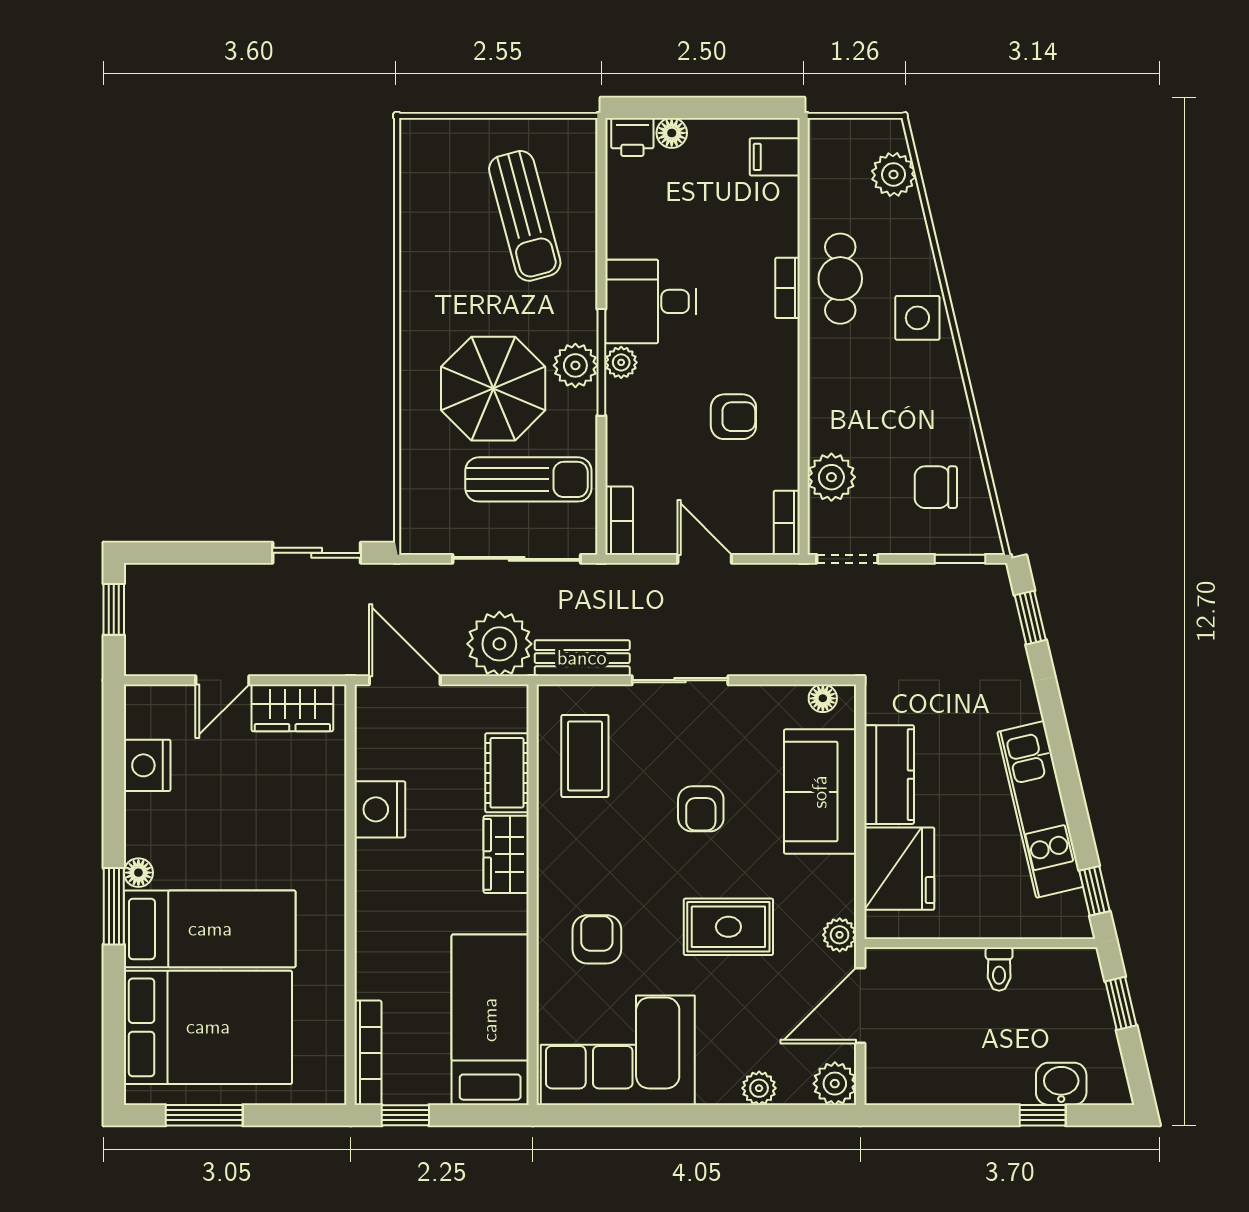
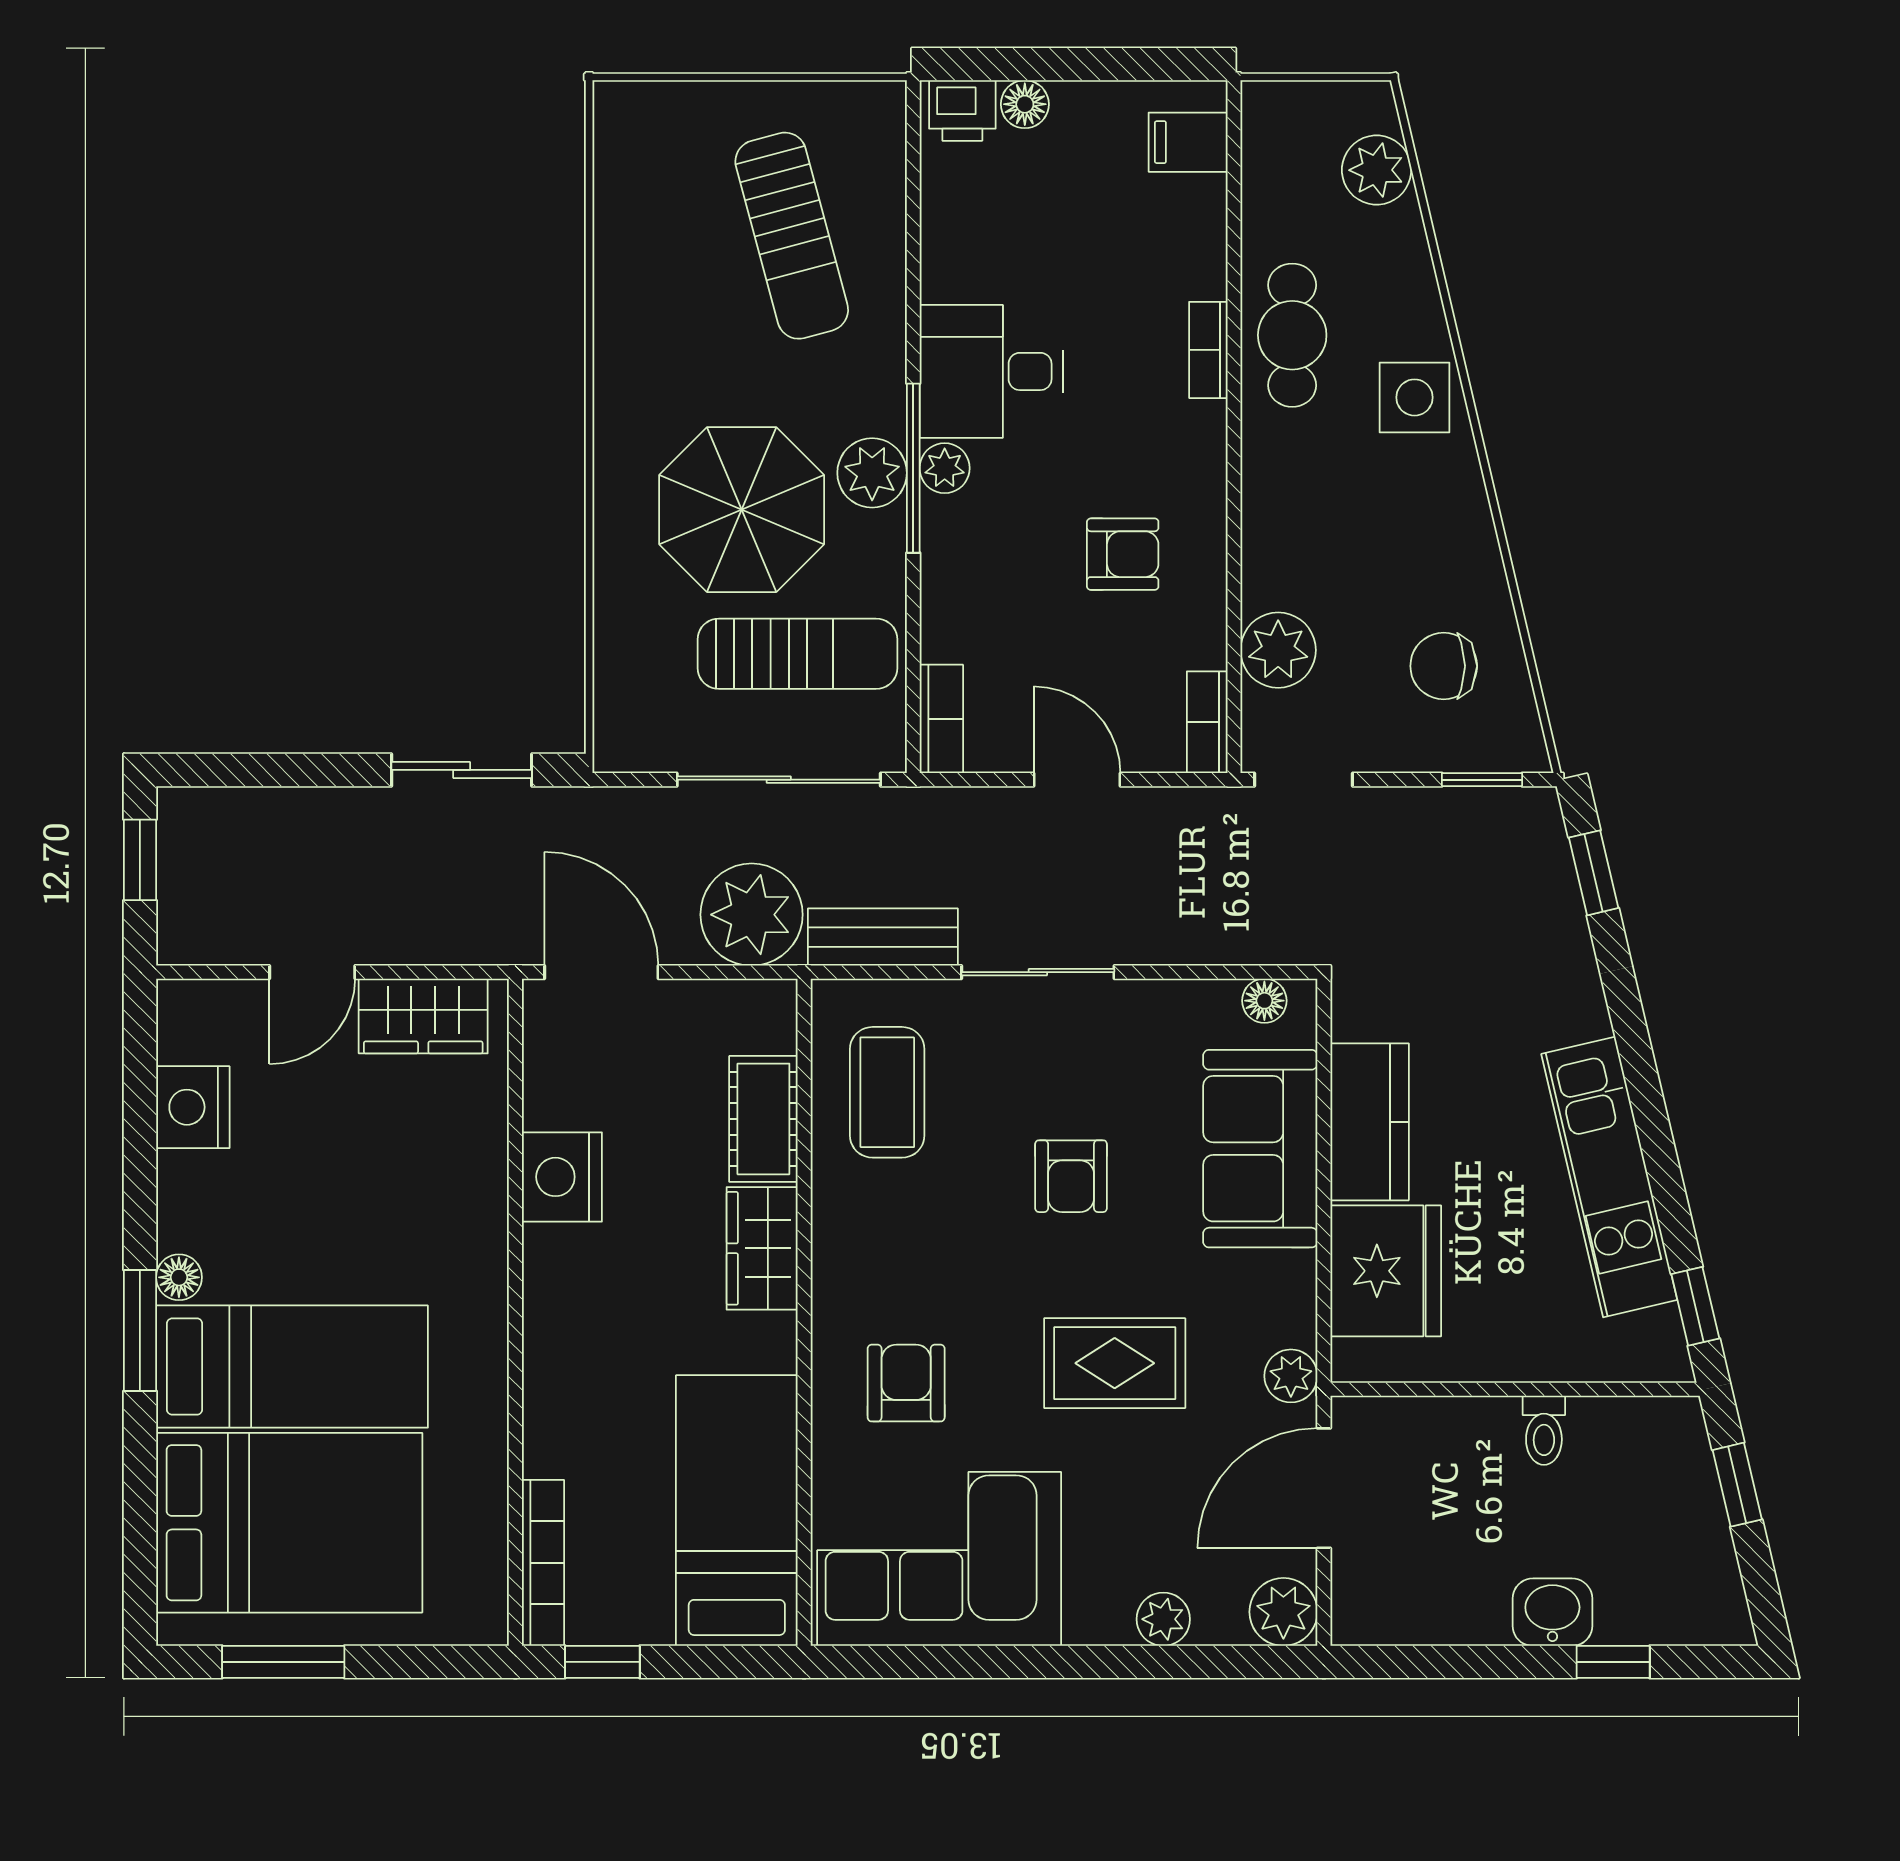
washbasin: (1061, 1084) -> (1552, 1612), moved

